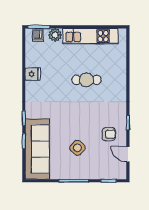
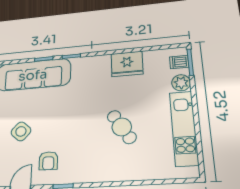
fridge: (33, 74) -> (127, 64), width x1.88, depth x1.34
cafe table: (87, 80) -> (122, 127), turned -32
side table: (77, 148) -> (21, 131), moved

